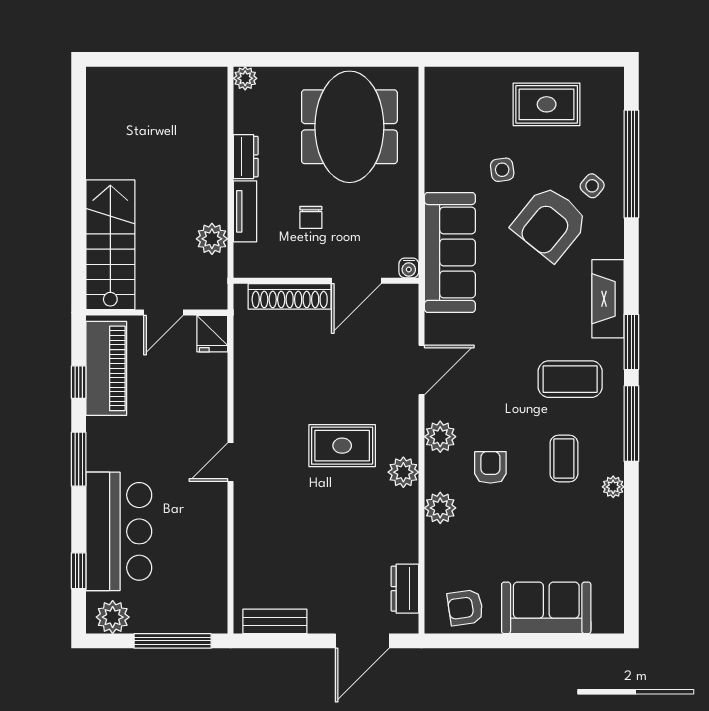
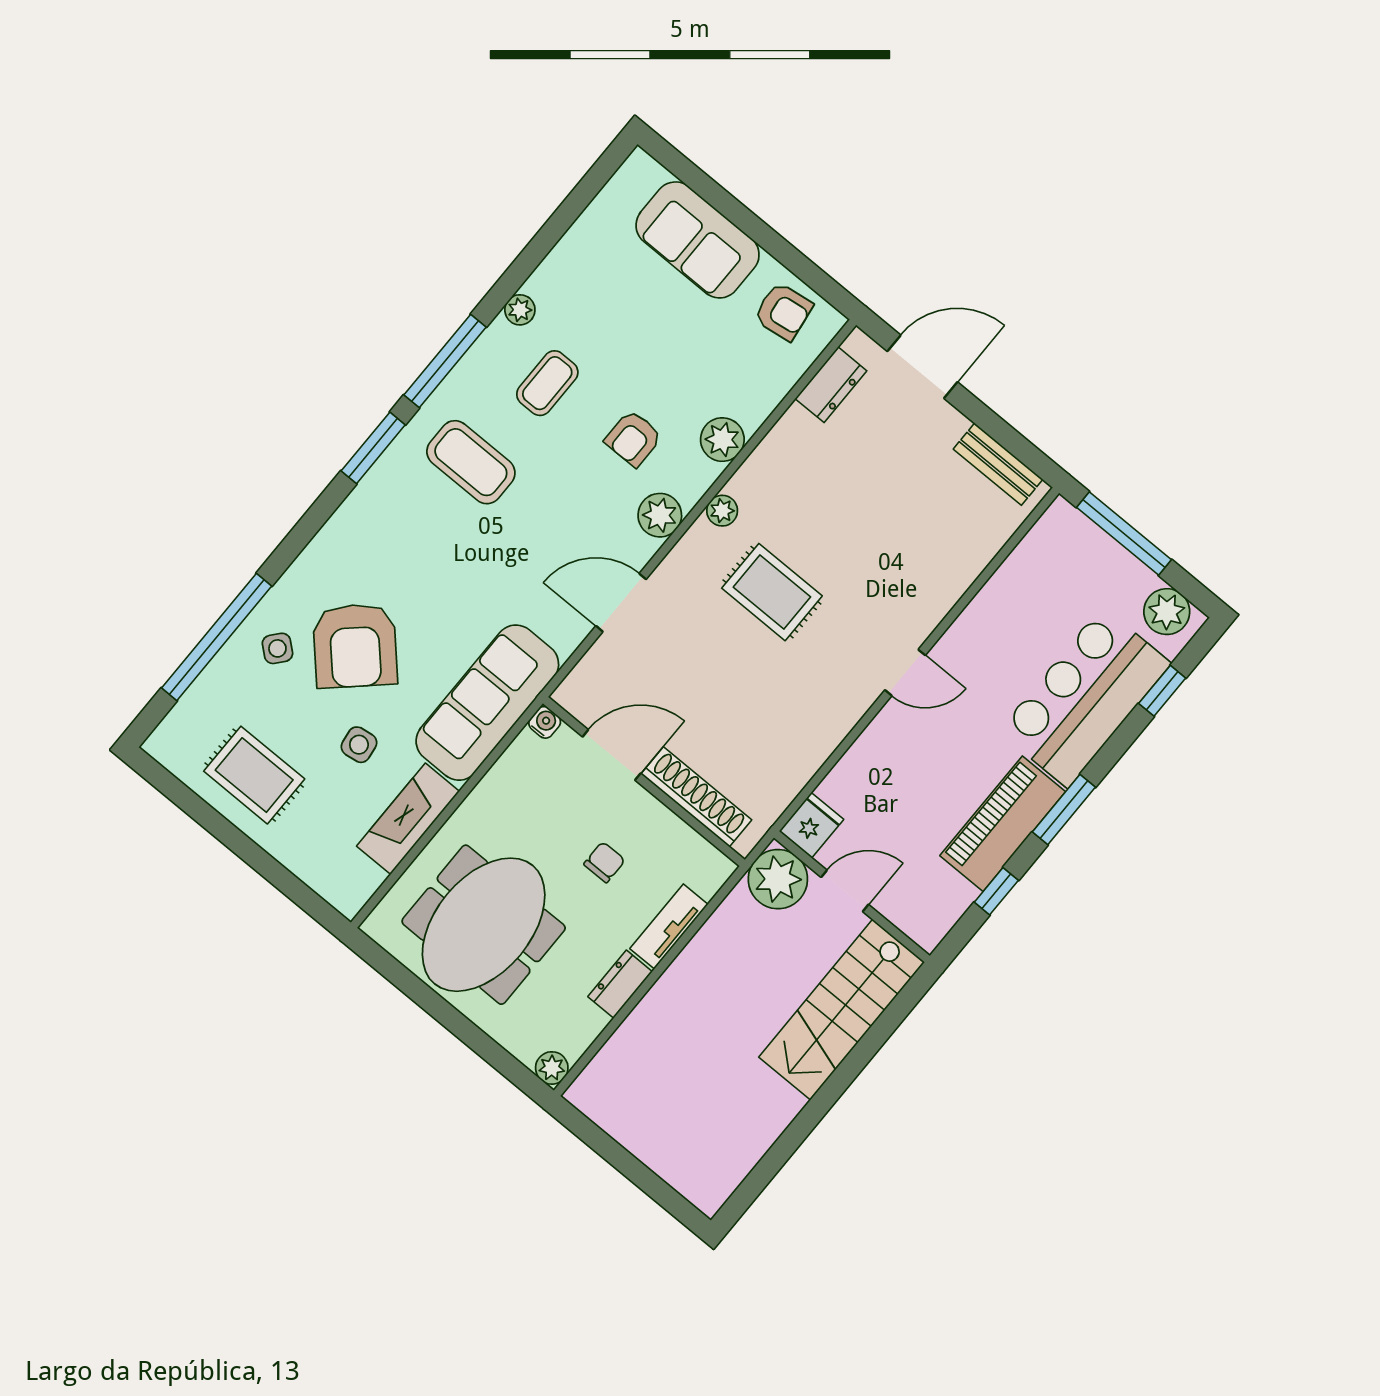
armchair: (550, 223) -> (355, 646), turned 98
plant: (212, 239) -> (778, 879), moved, width x1.36, depth x1.36
fireplace: (608, 299) -> (408, 819), moved, turned 180
piano: (106, 368) -> (1003, 824), moved
plant: (403, 472) -> (722, 511), width x0.73, depth x0.73

